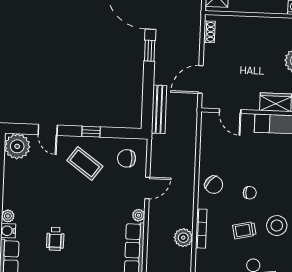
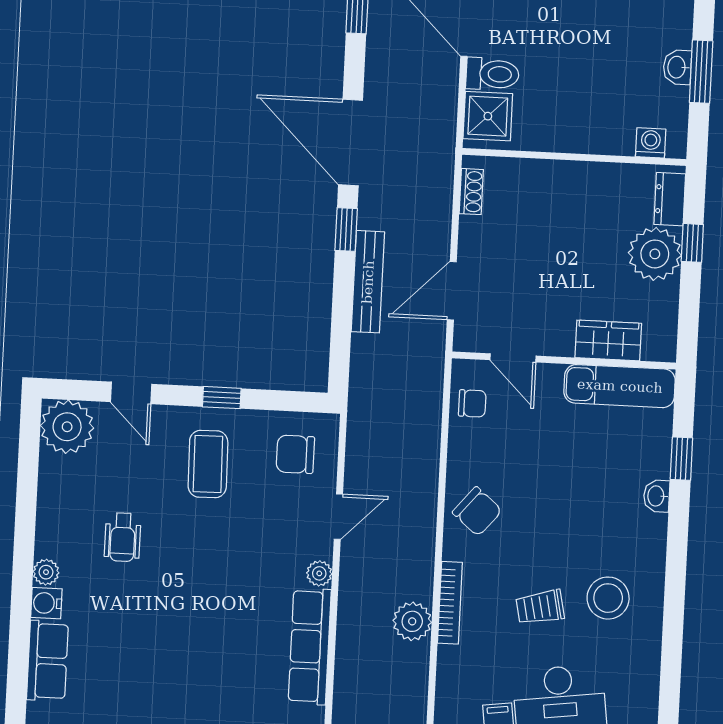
bench: (159, 109) -> (368, 282), moved
coffee table: (85, 163) -> (208, 464), turned 53
chair: (250, 193) -> (472, 403), moved
wheelchair: (55, 239) -> (123, 537), moved

